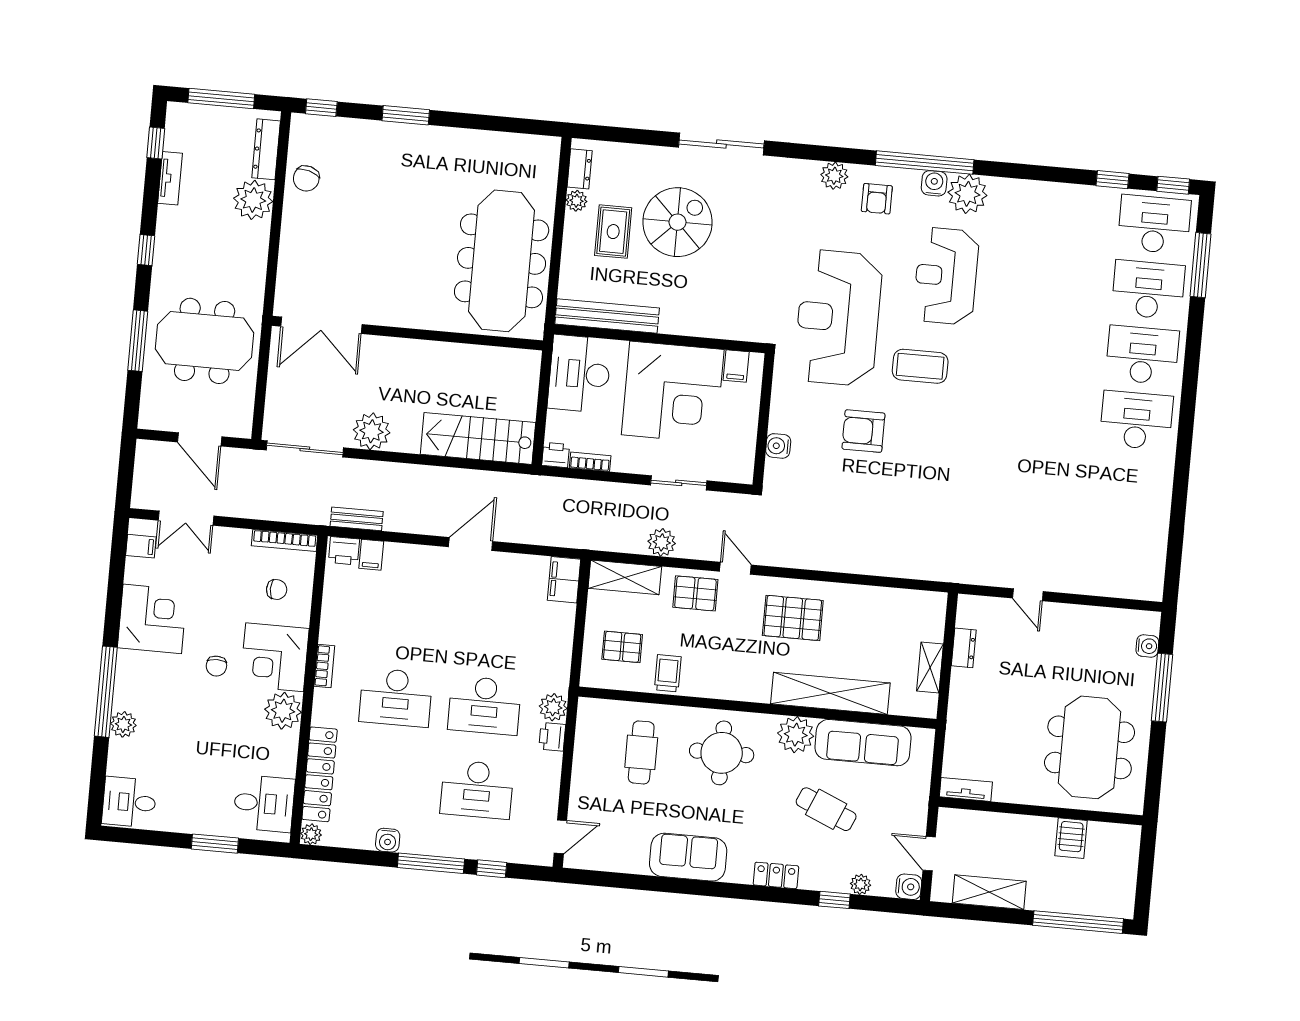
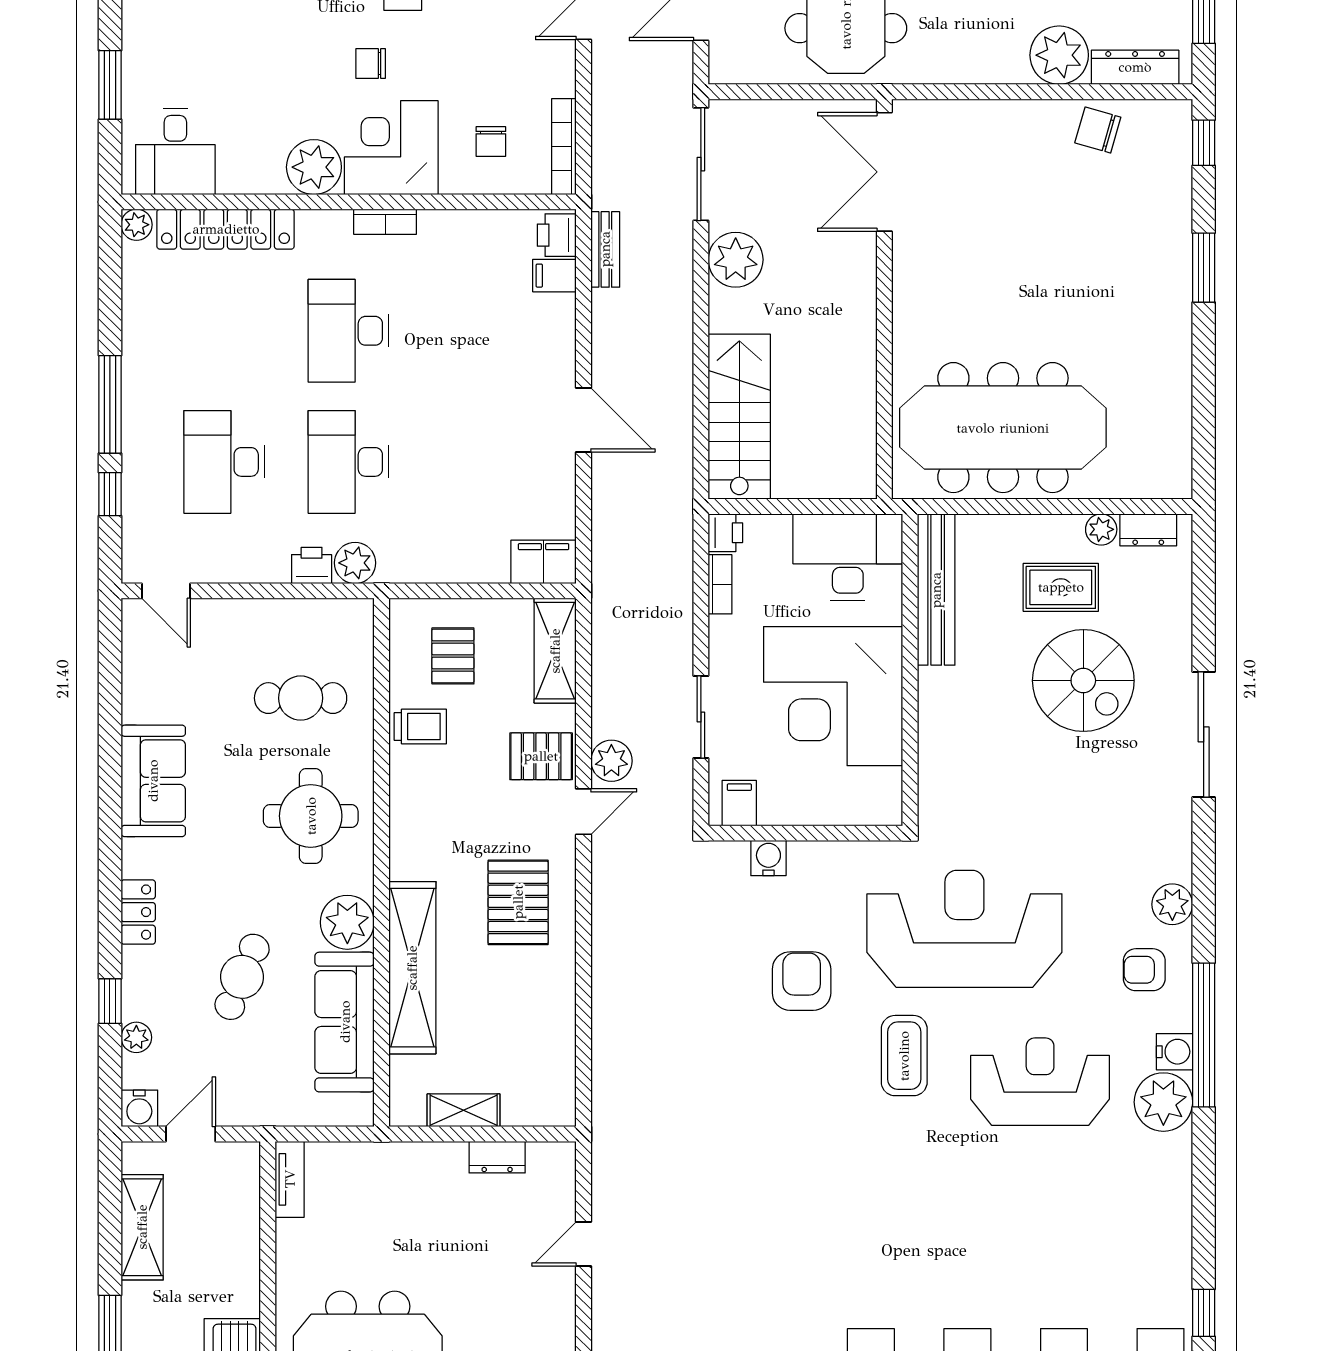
filing cabinet: (736, 366) -> (739, 803), moved, turned 90
plant: (662, 542) -> (611, 761), moved
pallet: (695, 593) -> (541, 756), turned 90
water cooler: (388, 840) -> (138, 338), removed

